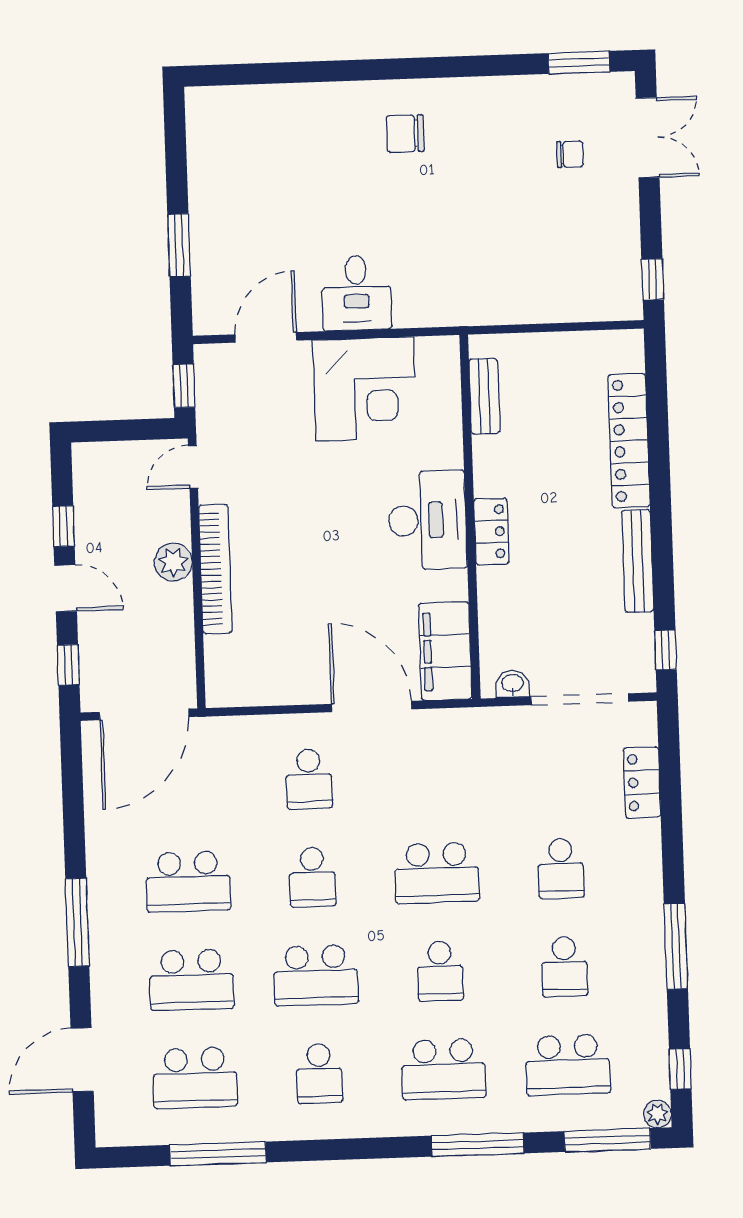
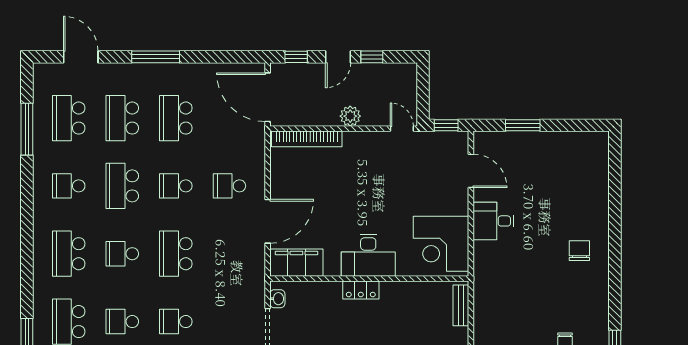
corner desk: (365, 389) -> (441, 244), moved
bench: (484, 396) -> (461, 305), moved, turned 90
bookcase: (215, 569) -> (307, 139), moved
window: (478, 1145) -> (27, 271), removed

